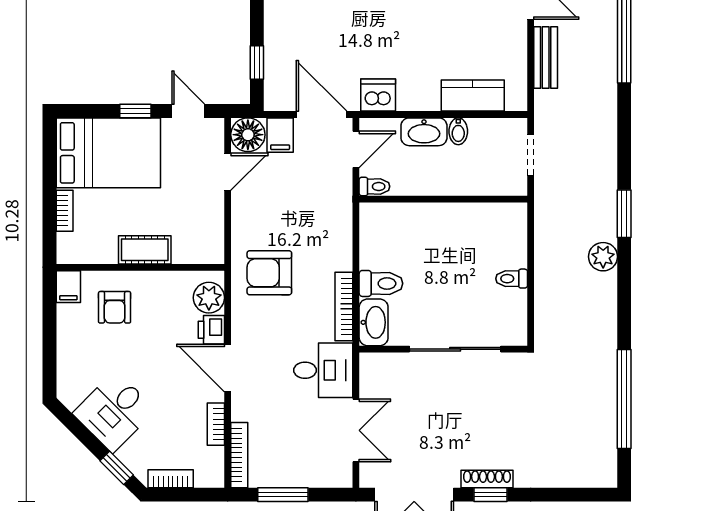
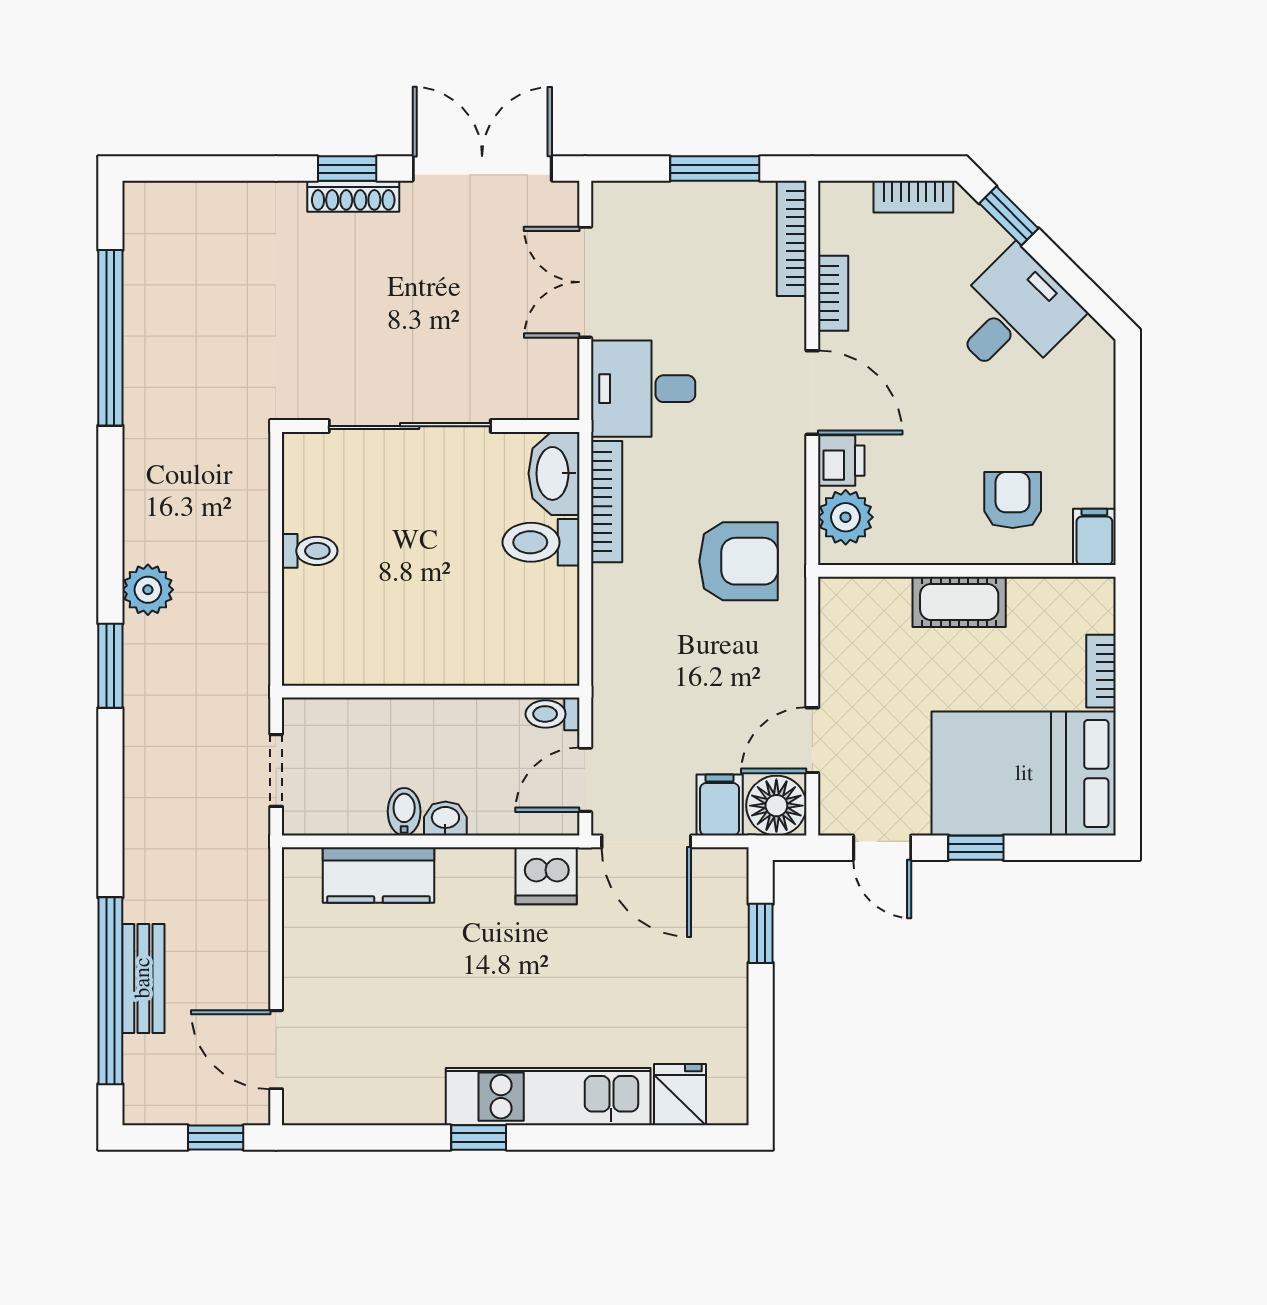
bench: (546, 58) -> (143, 978), moved
washbasin: (424, 132) -> (445, 819), width x0.52, depth x0.69

